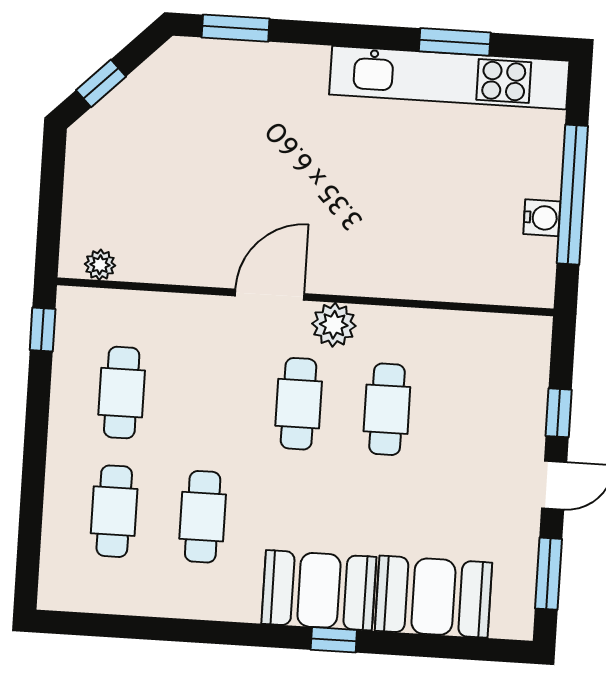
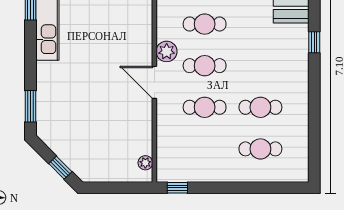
cafe table: (122, 393) -> (205, 107), moved
booth: (319, 590) -> (291, 51), removed

